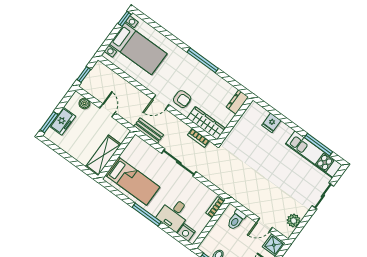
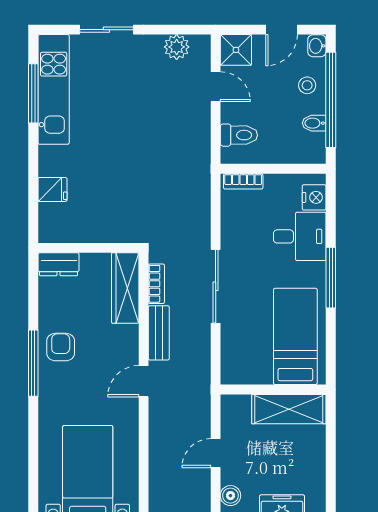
armchair: (182, 99) -> (61, 347), moved
door: (161, 102) -> (144, 381), swing flipped
bench: (149, 131) -> (159, 333), moved

